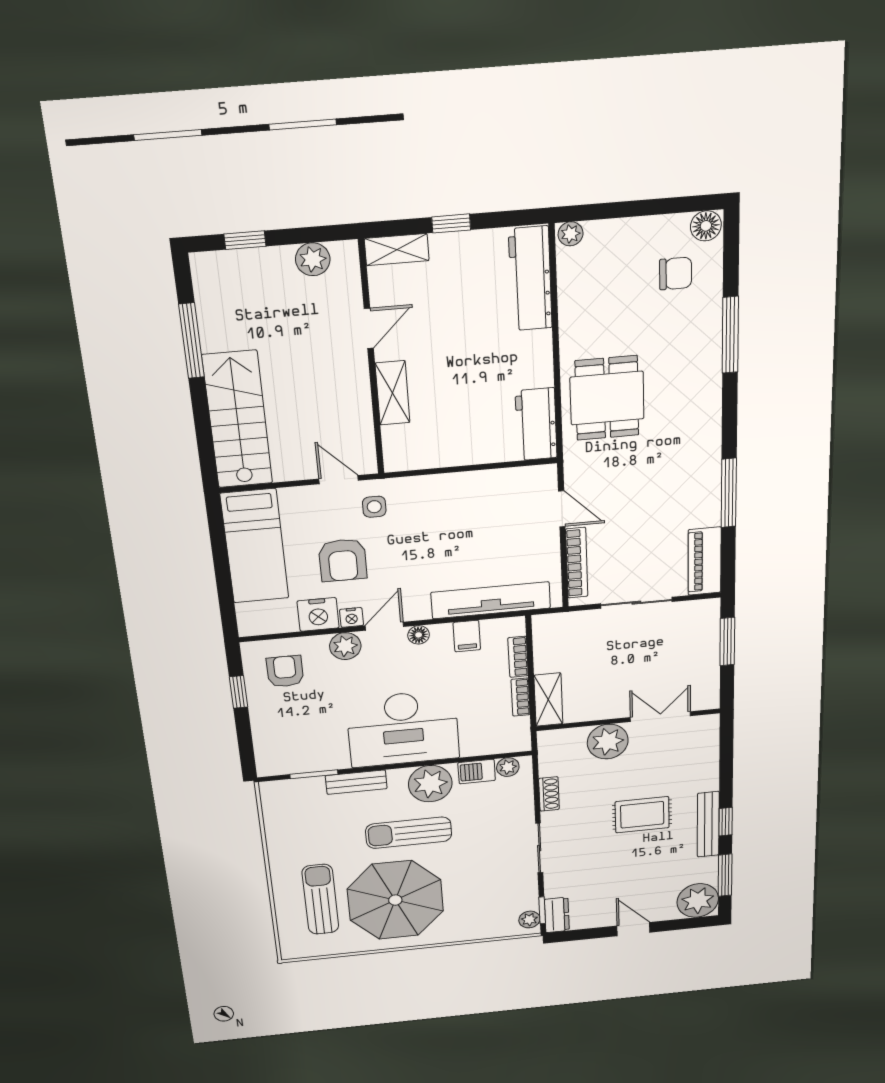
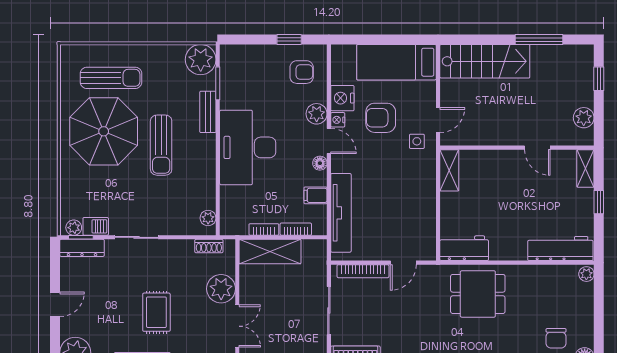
shelving: (393, 393) -> (449, 170), moved, turned 90
shelving: (548, 700) -> (270, 252), width x1.50, depth x1.33
barbecue: (477, 772) -> (96, 226), moved, turned 90
plant: (430, 784) -> (201, 60), moved
shoe rack: (549, 794) -> (209, 246), moved
sun lounger: (409, 833) -> (161, 145), turned 180
dresser: (557, 915) -> (82, 248), width x1.44

